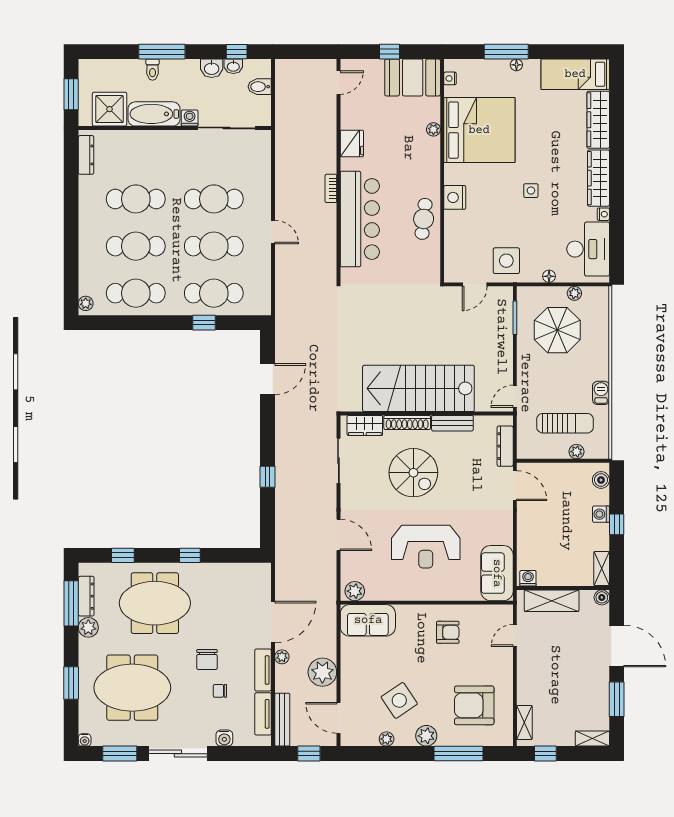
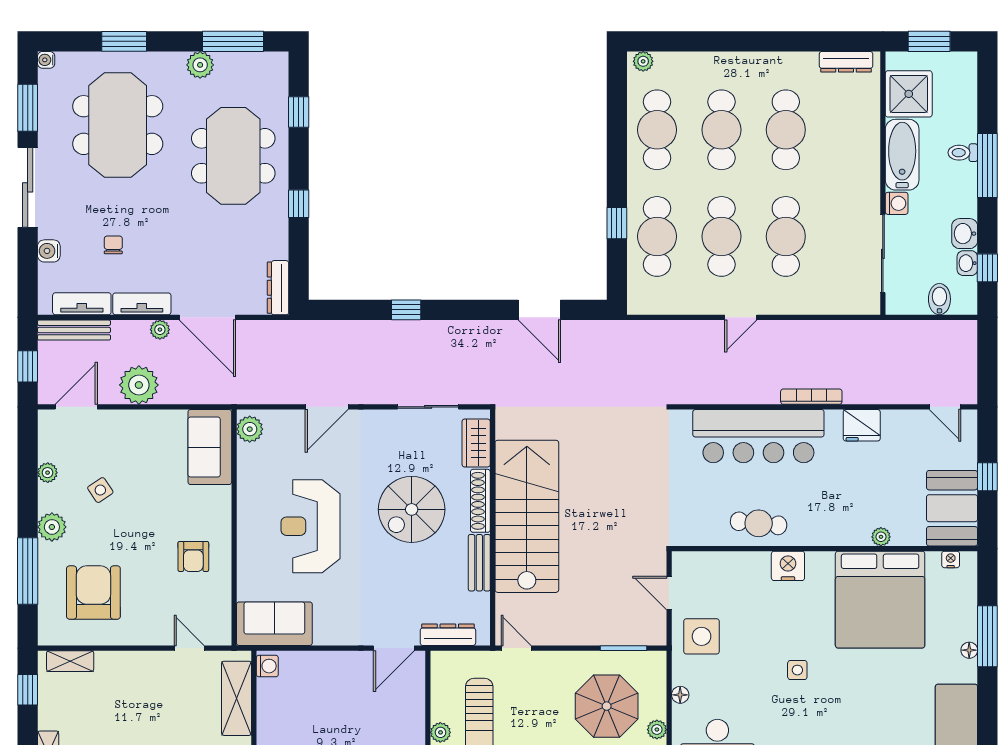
bookcase: (331, 188) -> (811, 397), width x1.56
dresser: (86, 596) -> (278, 288), moved, turned 90
chair: (207, 660) -> (156, 227), removed
side table: (399, 700) -> (100, 490), width x0.54, depth x0.54

